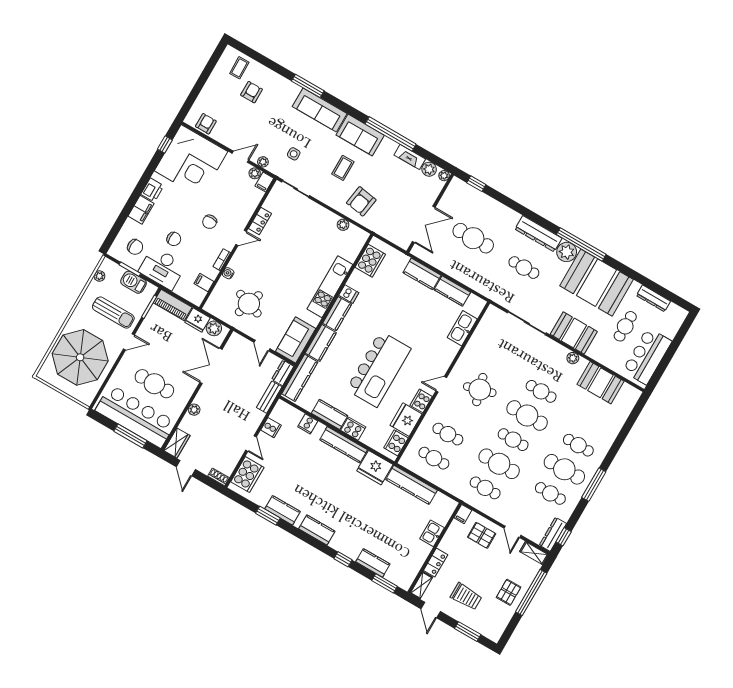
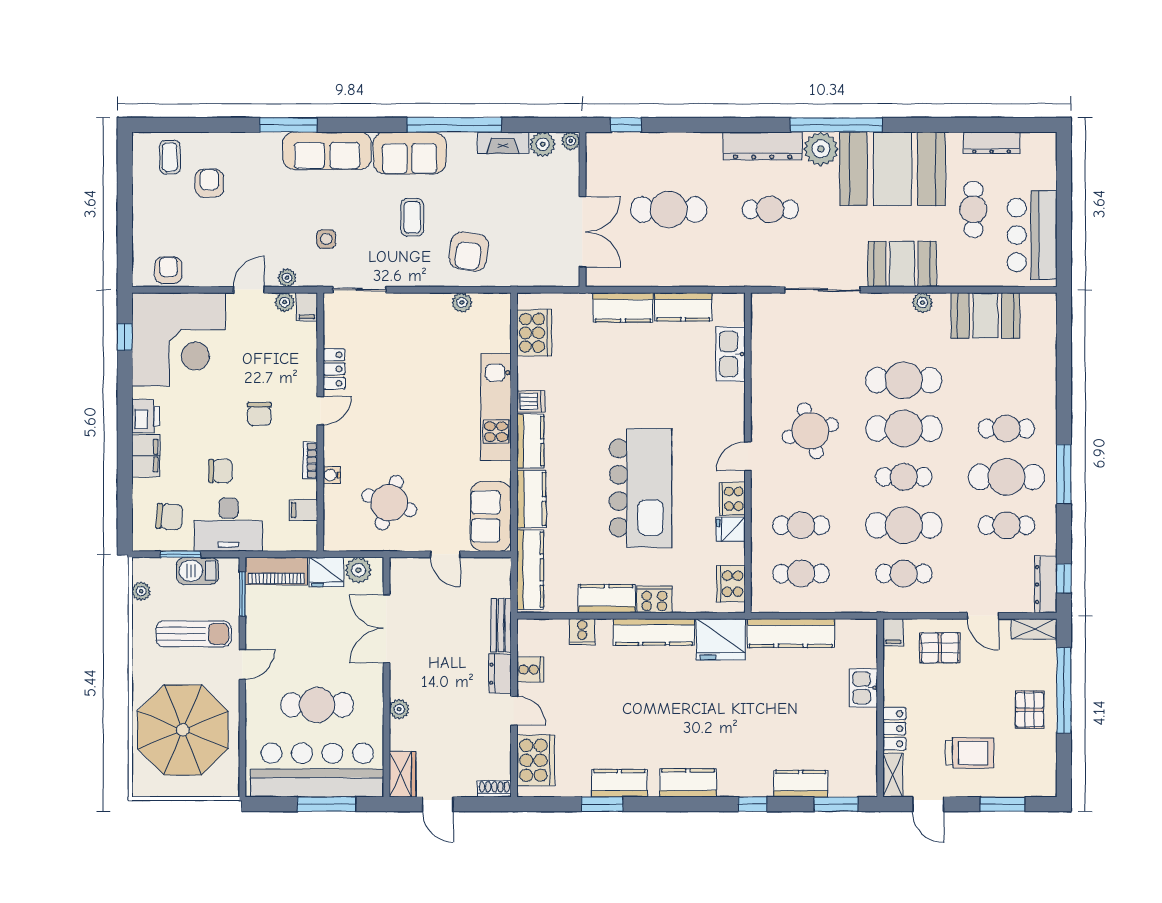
dresser: (283, 373) -> (500, 674), moved
cafe table: (541, 391) -> (904, 380), width x1.37, depth x1.35
fridge: (406, 420) -> (731, 529), width x0.53, depth x0.75

